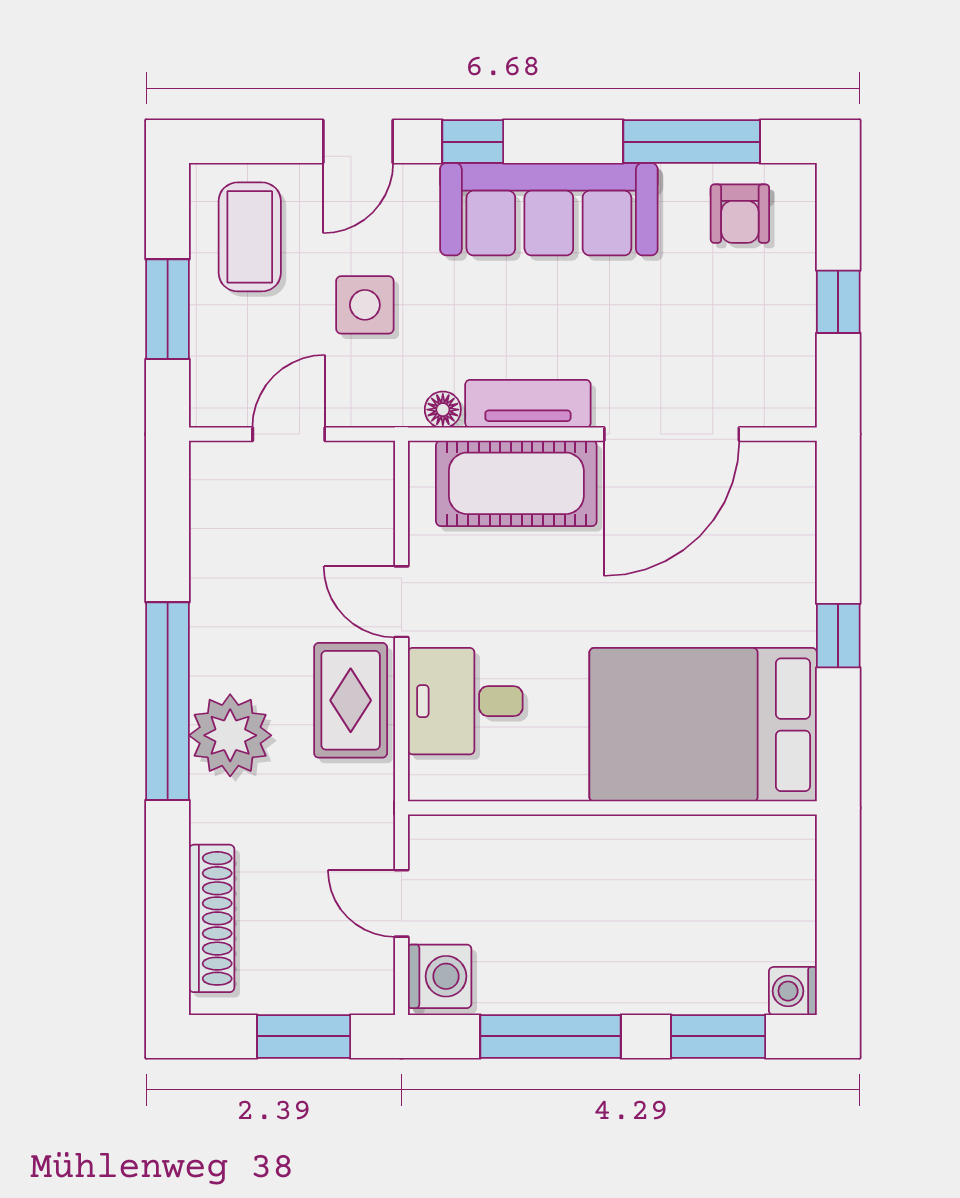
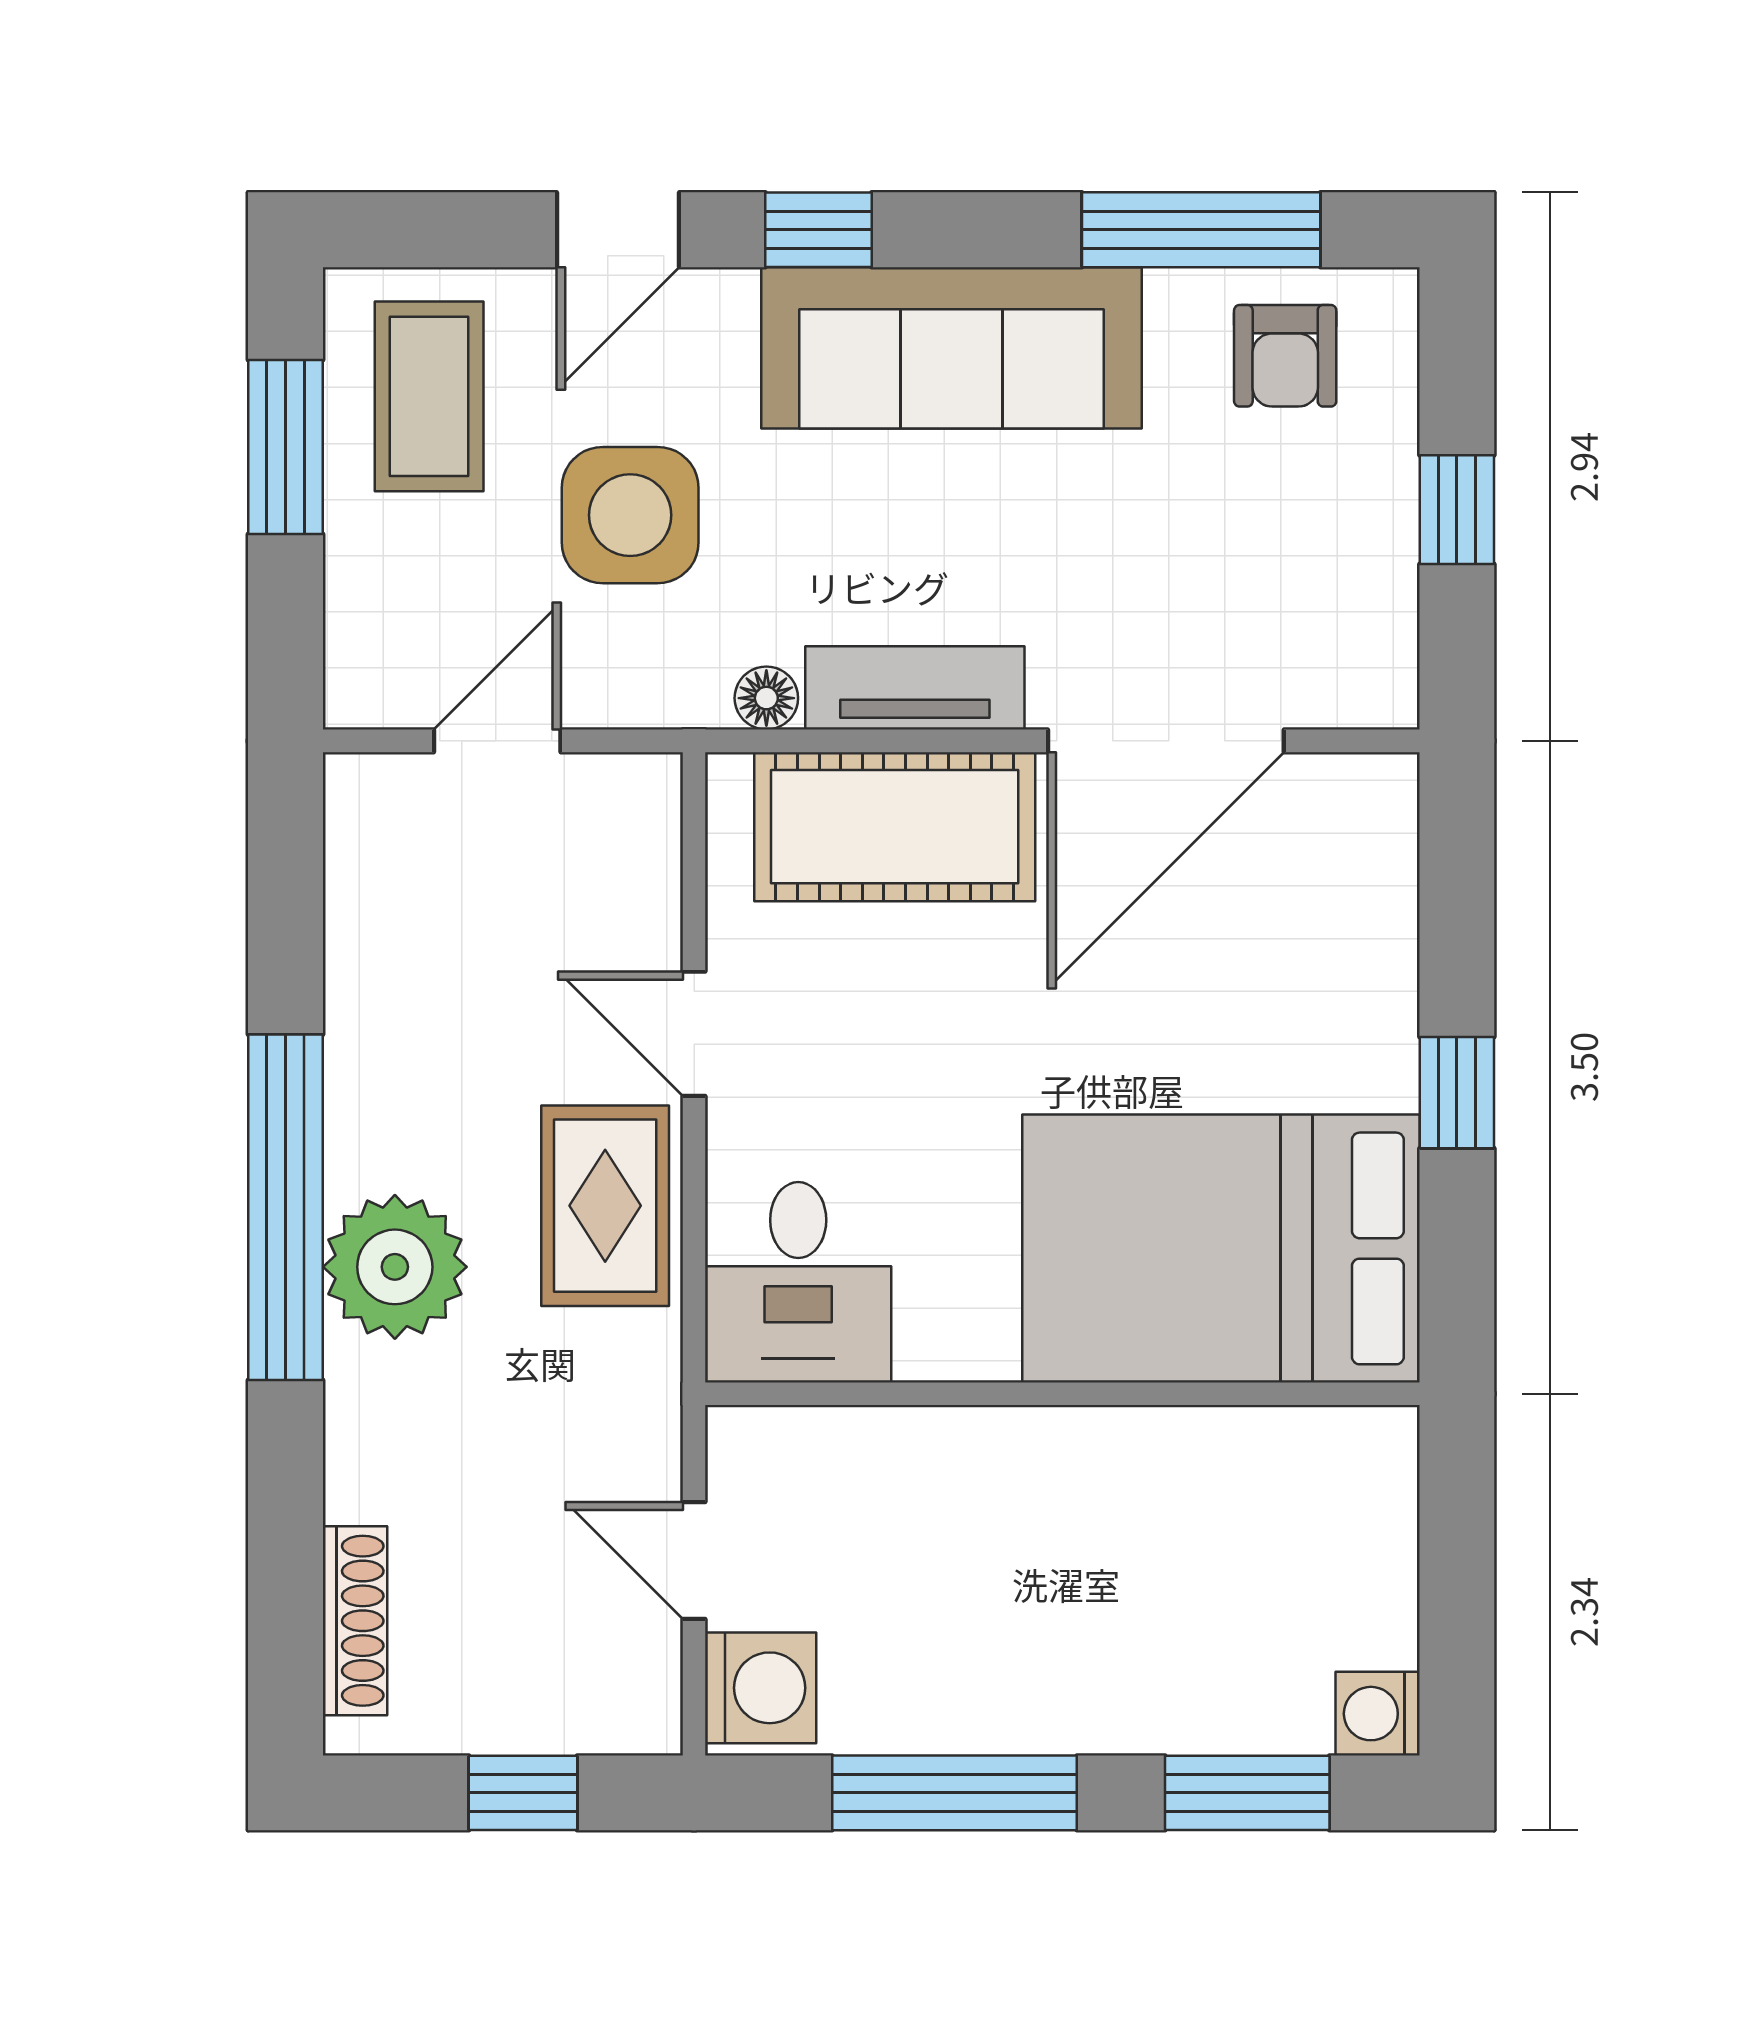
side table: (365, 305) -> (630, 515), width x1.37, depth x1.37
window: (168, 309) -> (286, 447), moved
desk: (465, 701) -> (798, 1282), moved, turned -90
shoe rack: (212, 918) -> (355, 1621), width x0.74, depth x0.81
window: (304, 1036) -> (523, 1793), width x0.67

